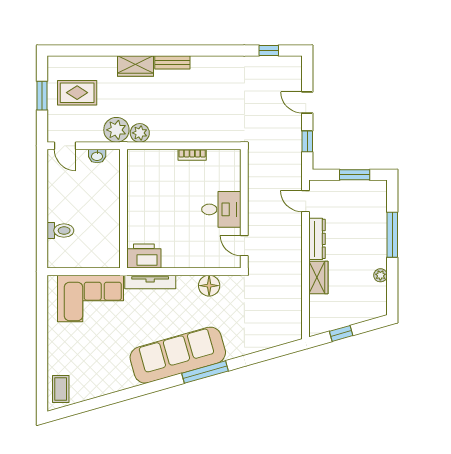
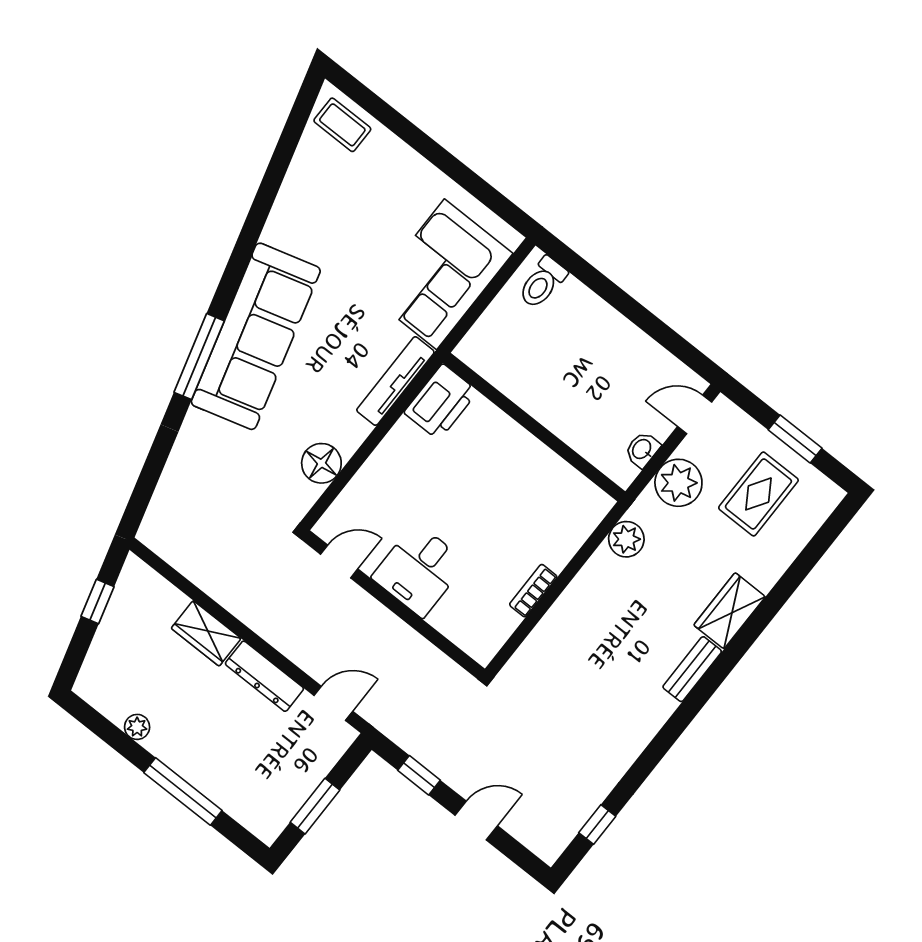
plant: (116, 130) -> (678, 483), moved
toilet: (60, 231) -> (542, 283), moved

